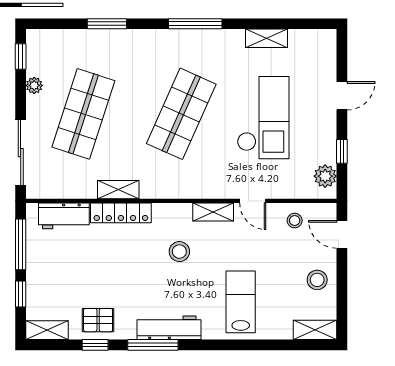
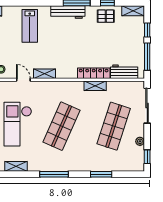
stool: (179, 252) -> (62, 53), removed

